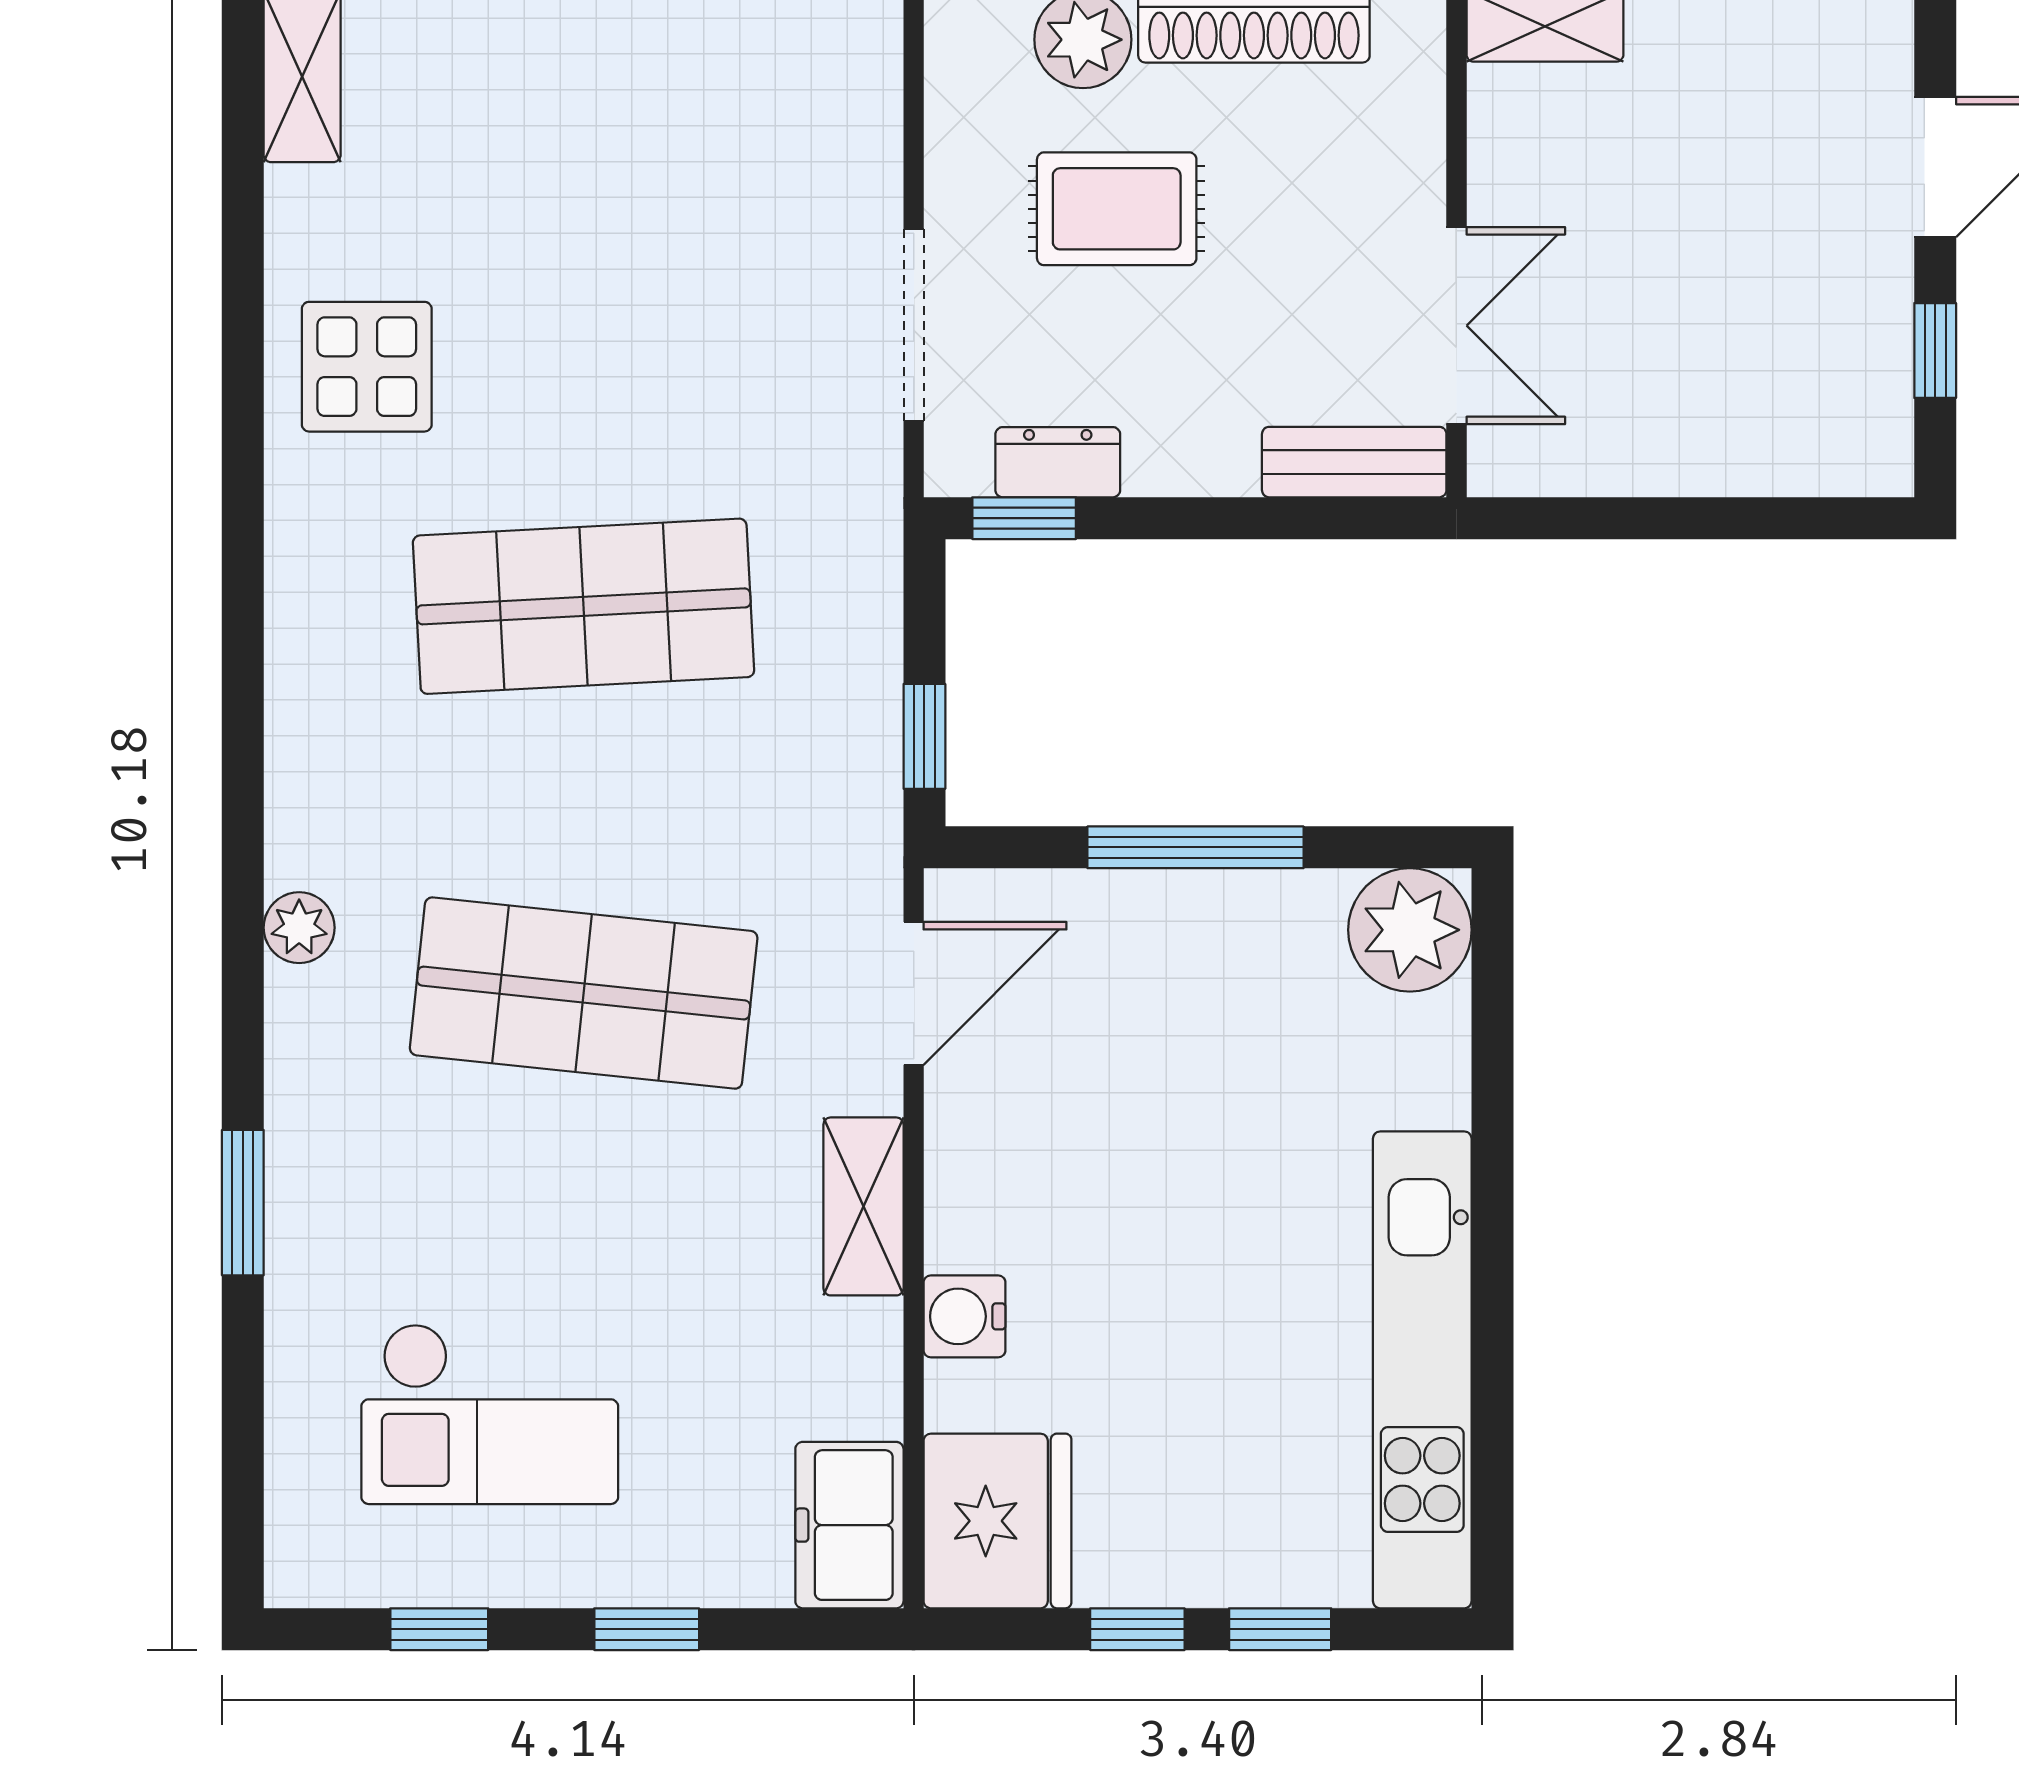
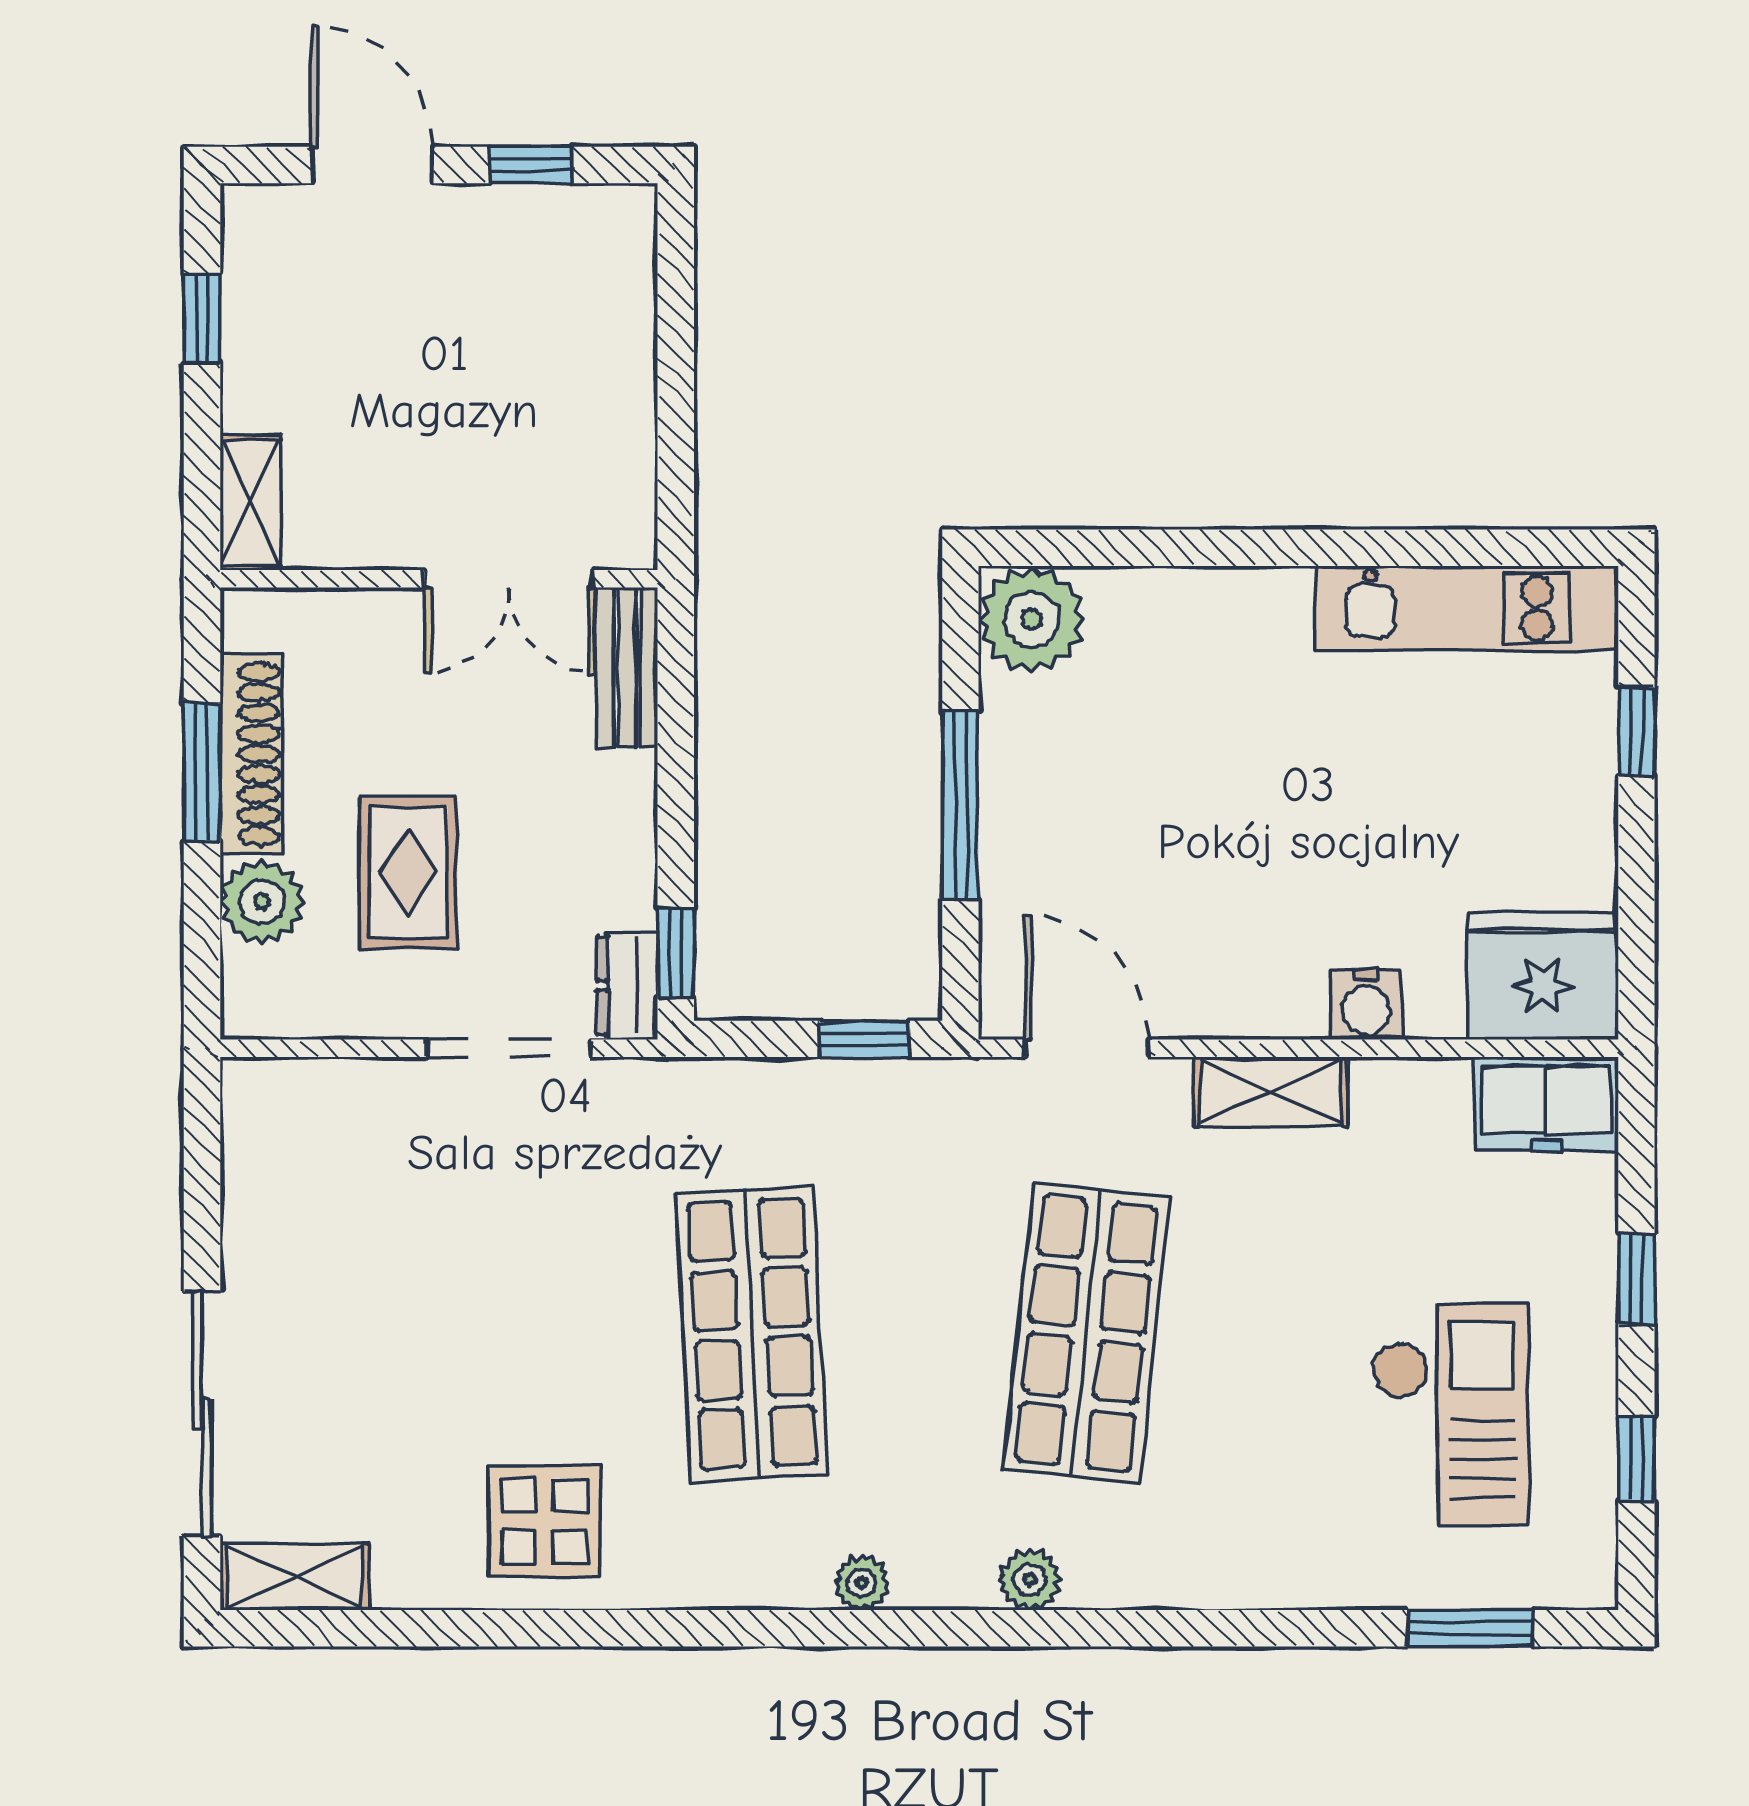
double door: (1456, 326) -> (509, 579), swing flipped
dresser: (1058, 462) -> (627, 986), moved
plant: (295, 733) -> (862, 1583), added
window: (243, 1203) -> (1470, 1628), moved
kitchen unit: (1422, 1370) -> (1467, 608), width x0.73
window: (1137, 1629) -> (1636, 855), removed

